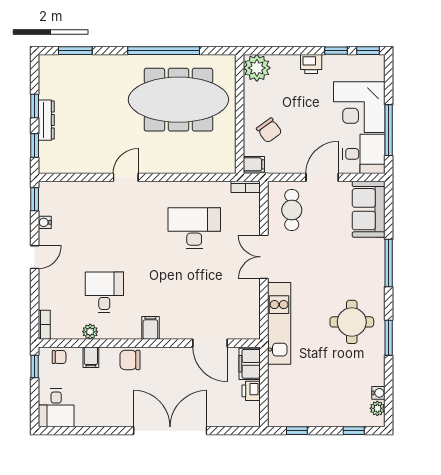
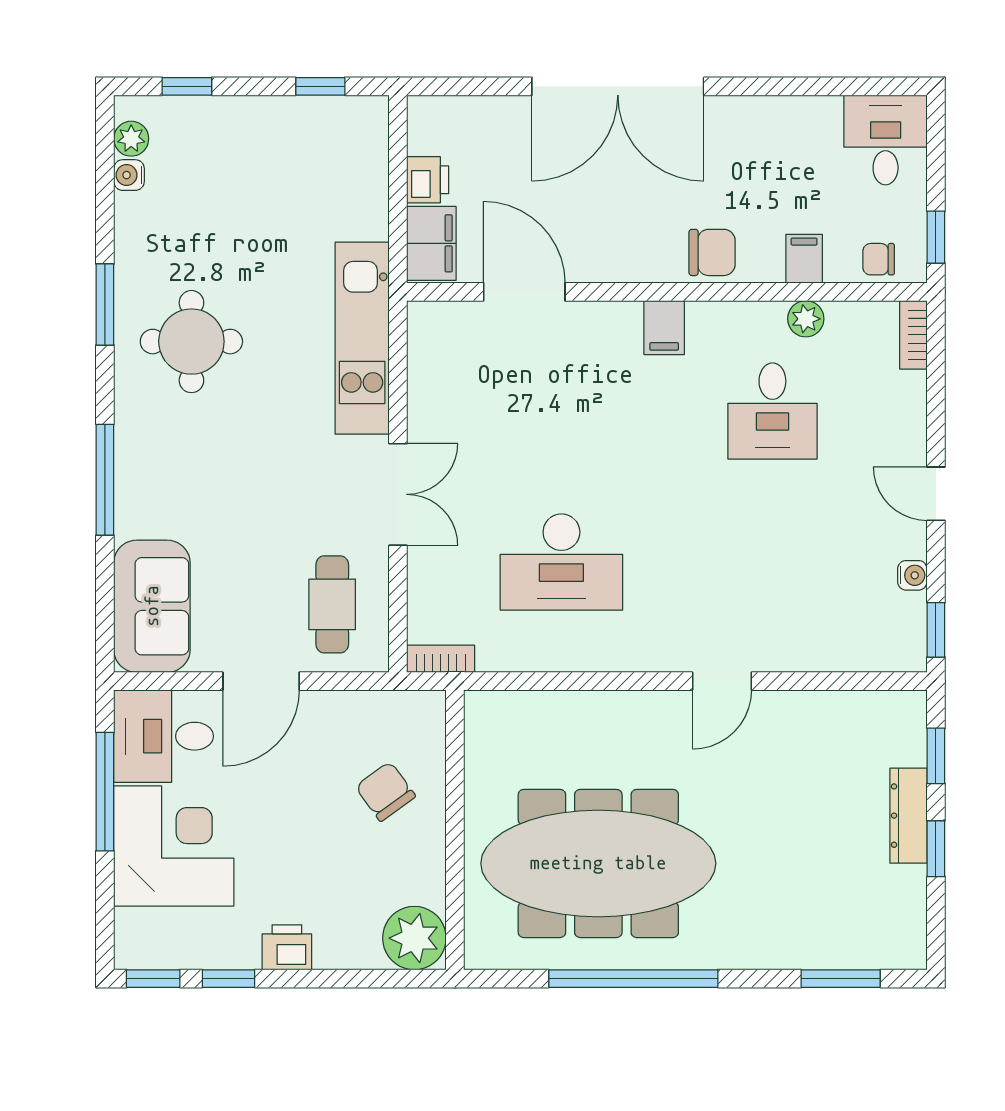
filing cabinet: (254, 164) -> (421, 712), removed
door: (35, 257) -> (936, 494), hinge flipped

